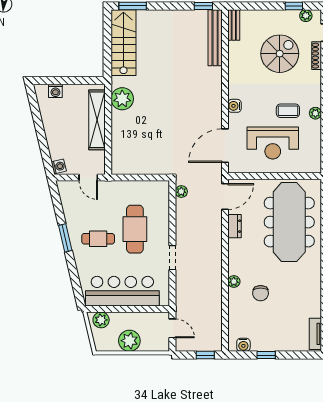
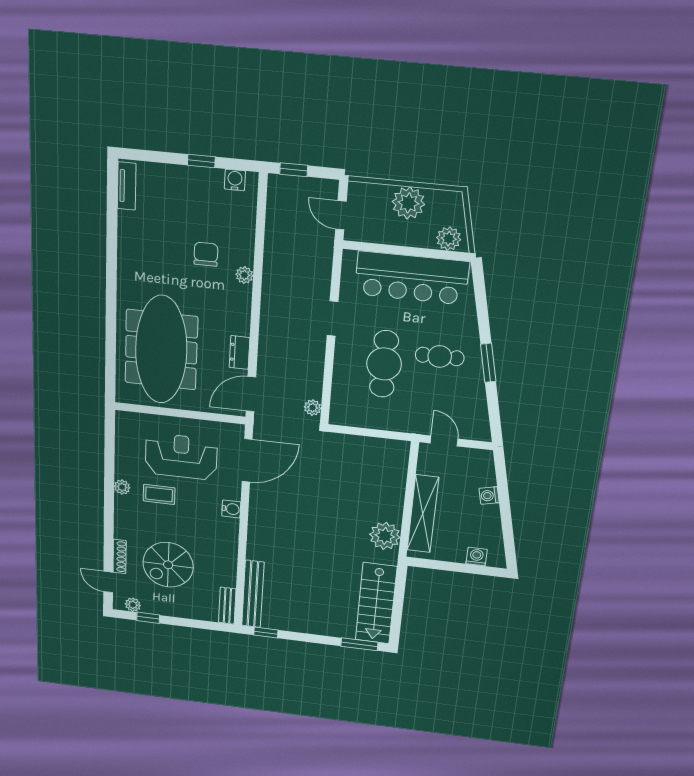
washing machine: (59, 166) -> (489, 495), moved

